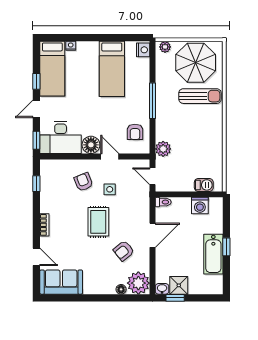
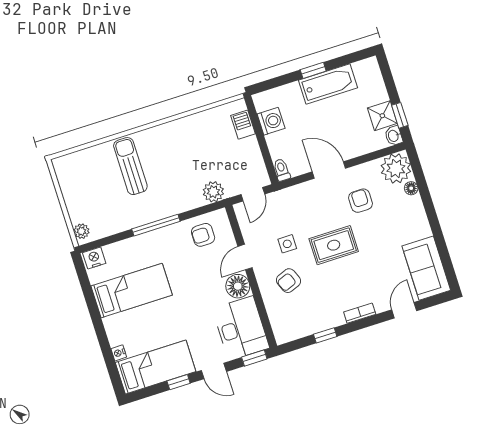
parasol: (196, 63) -> (89, 185), removed
armchair: (135, 132) -> (203, 235), turned 180
window: (36, 184) -> (325, 335), moved
armchair: (124, 251) -> (360, 201), turned -141

